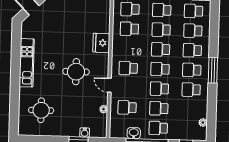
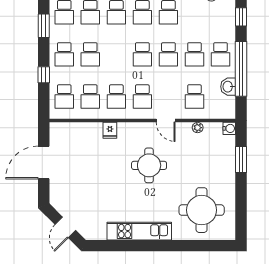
fridge: (101, 43) -> (110, 130), width x0.53, depth x0.75
school desk: (161, 49) -> (116, 96), moved
door: (109, 85) -> (166, 121), hinge flipped
round table: (41, 110) -> (202, 210), width x1.36, depth x1.36
water cooler: (85, 133) -> (229, 128), moved

